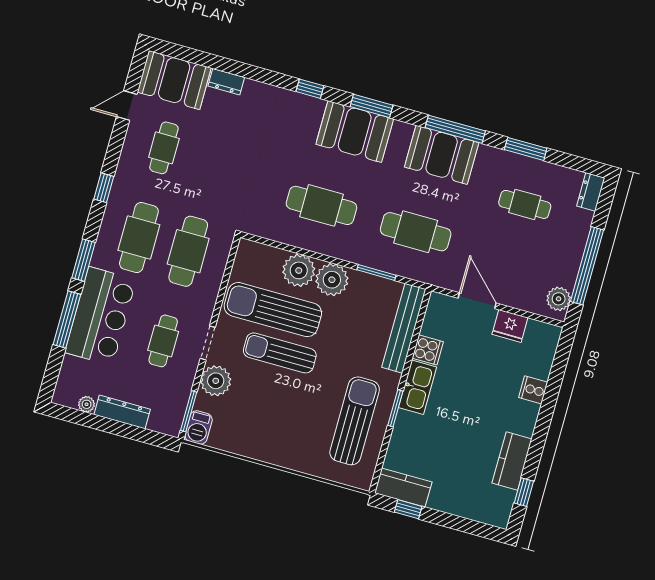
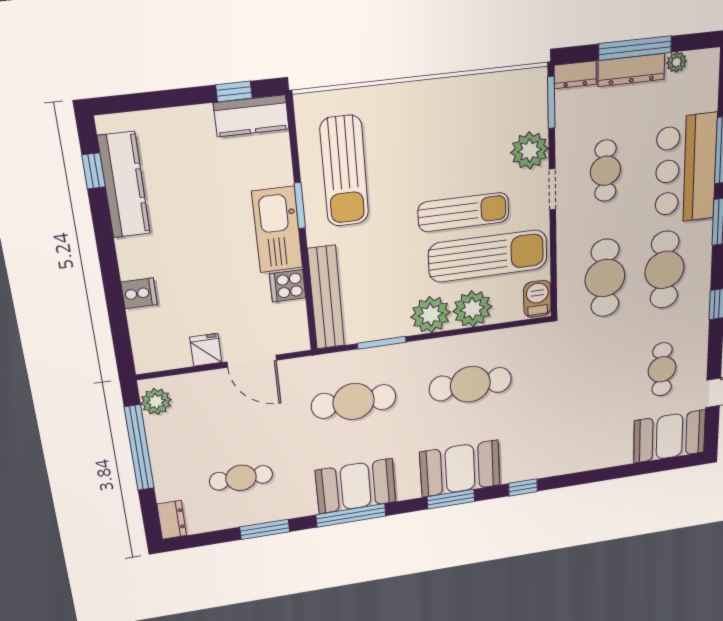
dresser: (226, 82) -> (575, 75), moved, turned 180
fridge: (510, 326) -> (206, 350), width x0.72
kitchen sink: (418, 387) -> (277, 230), width x1.36, depth x1.24
window: (115, 427) -> (635, 48), added
barbecue: (199, 427) -> (537, 299), moved
kitchen counter: (512, 461) -> (124, 185), width x1.50

